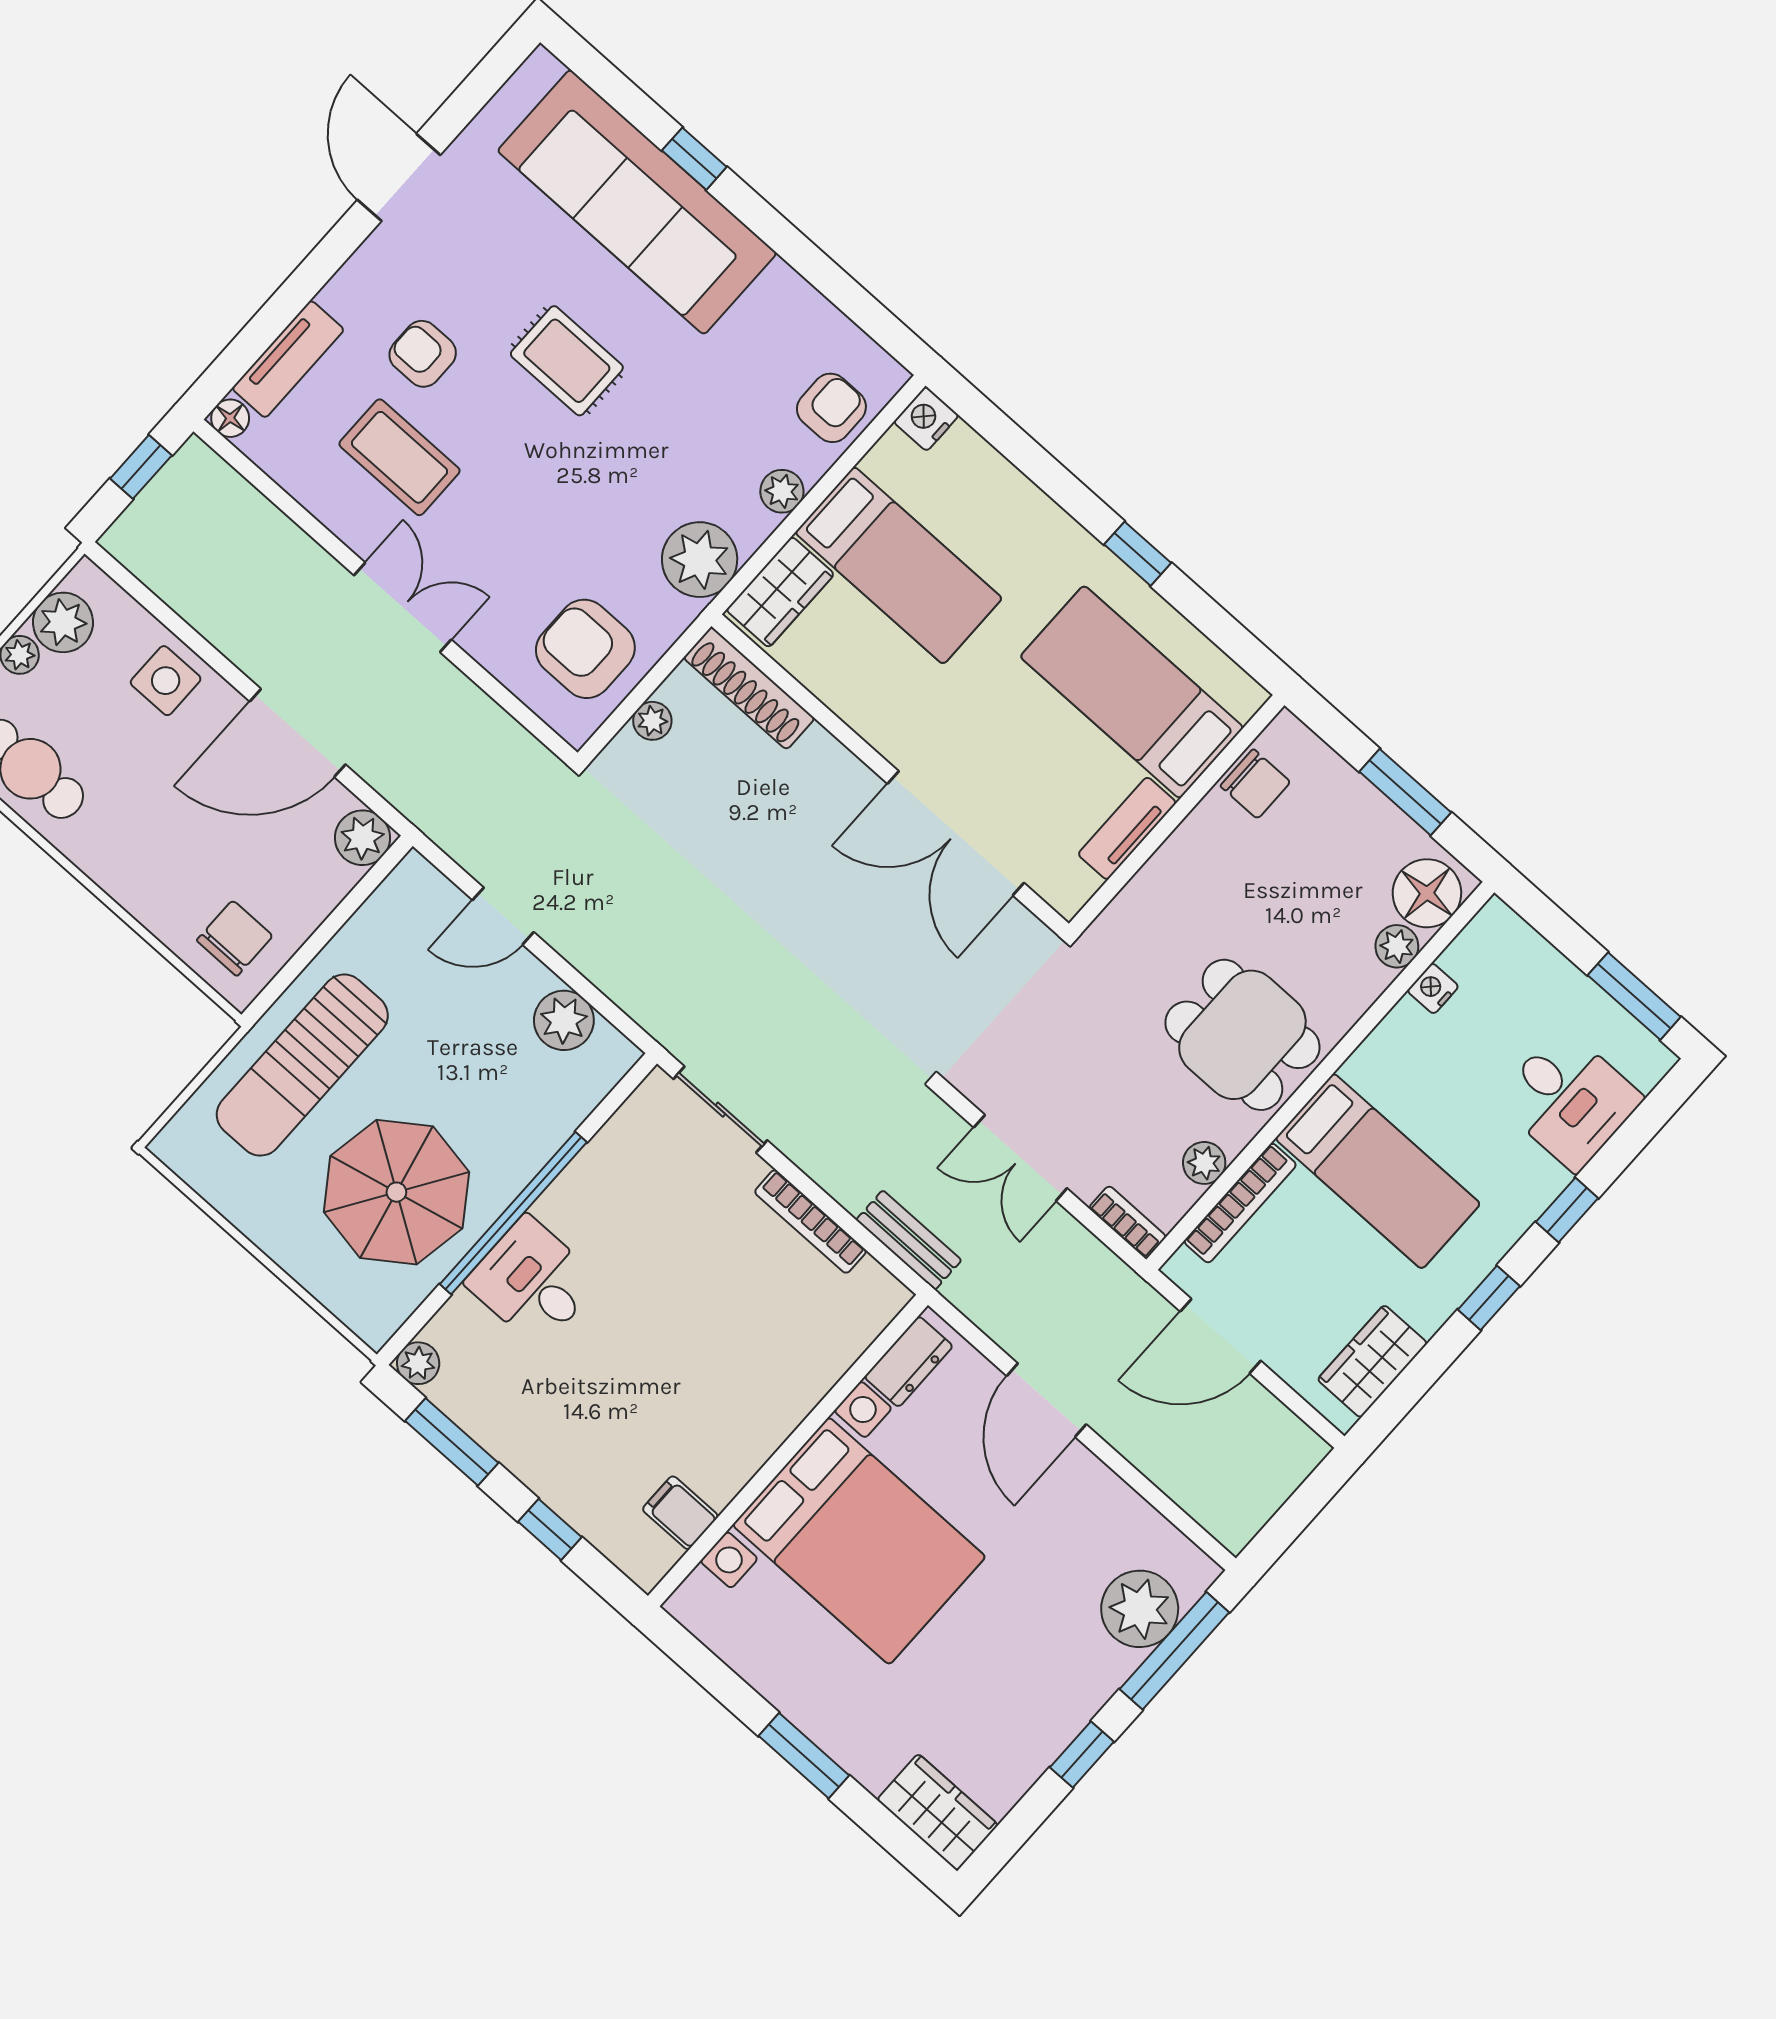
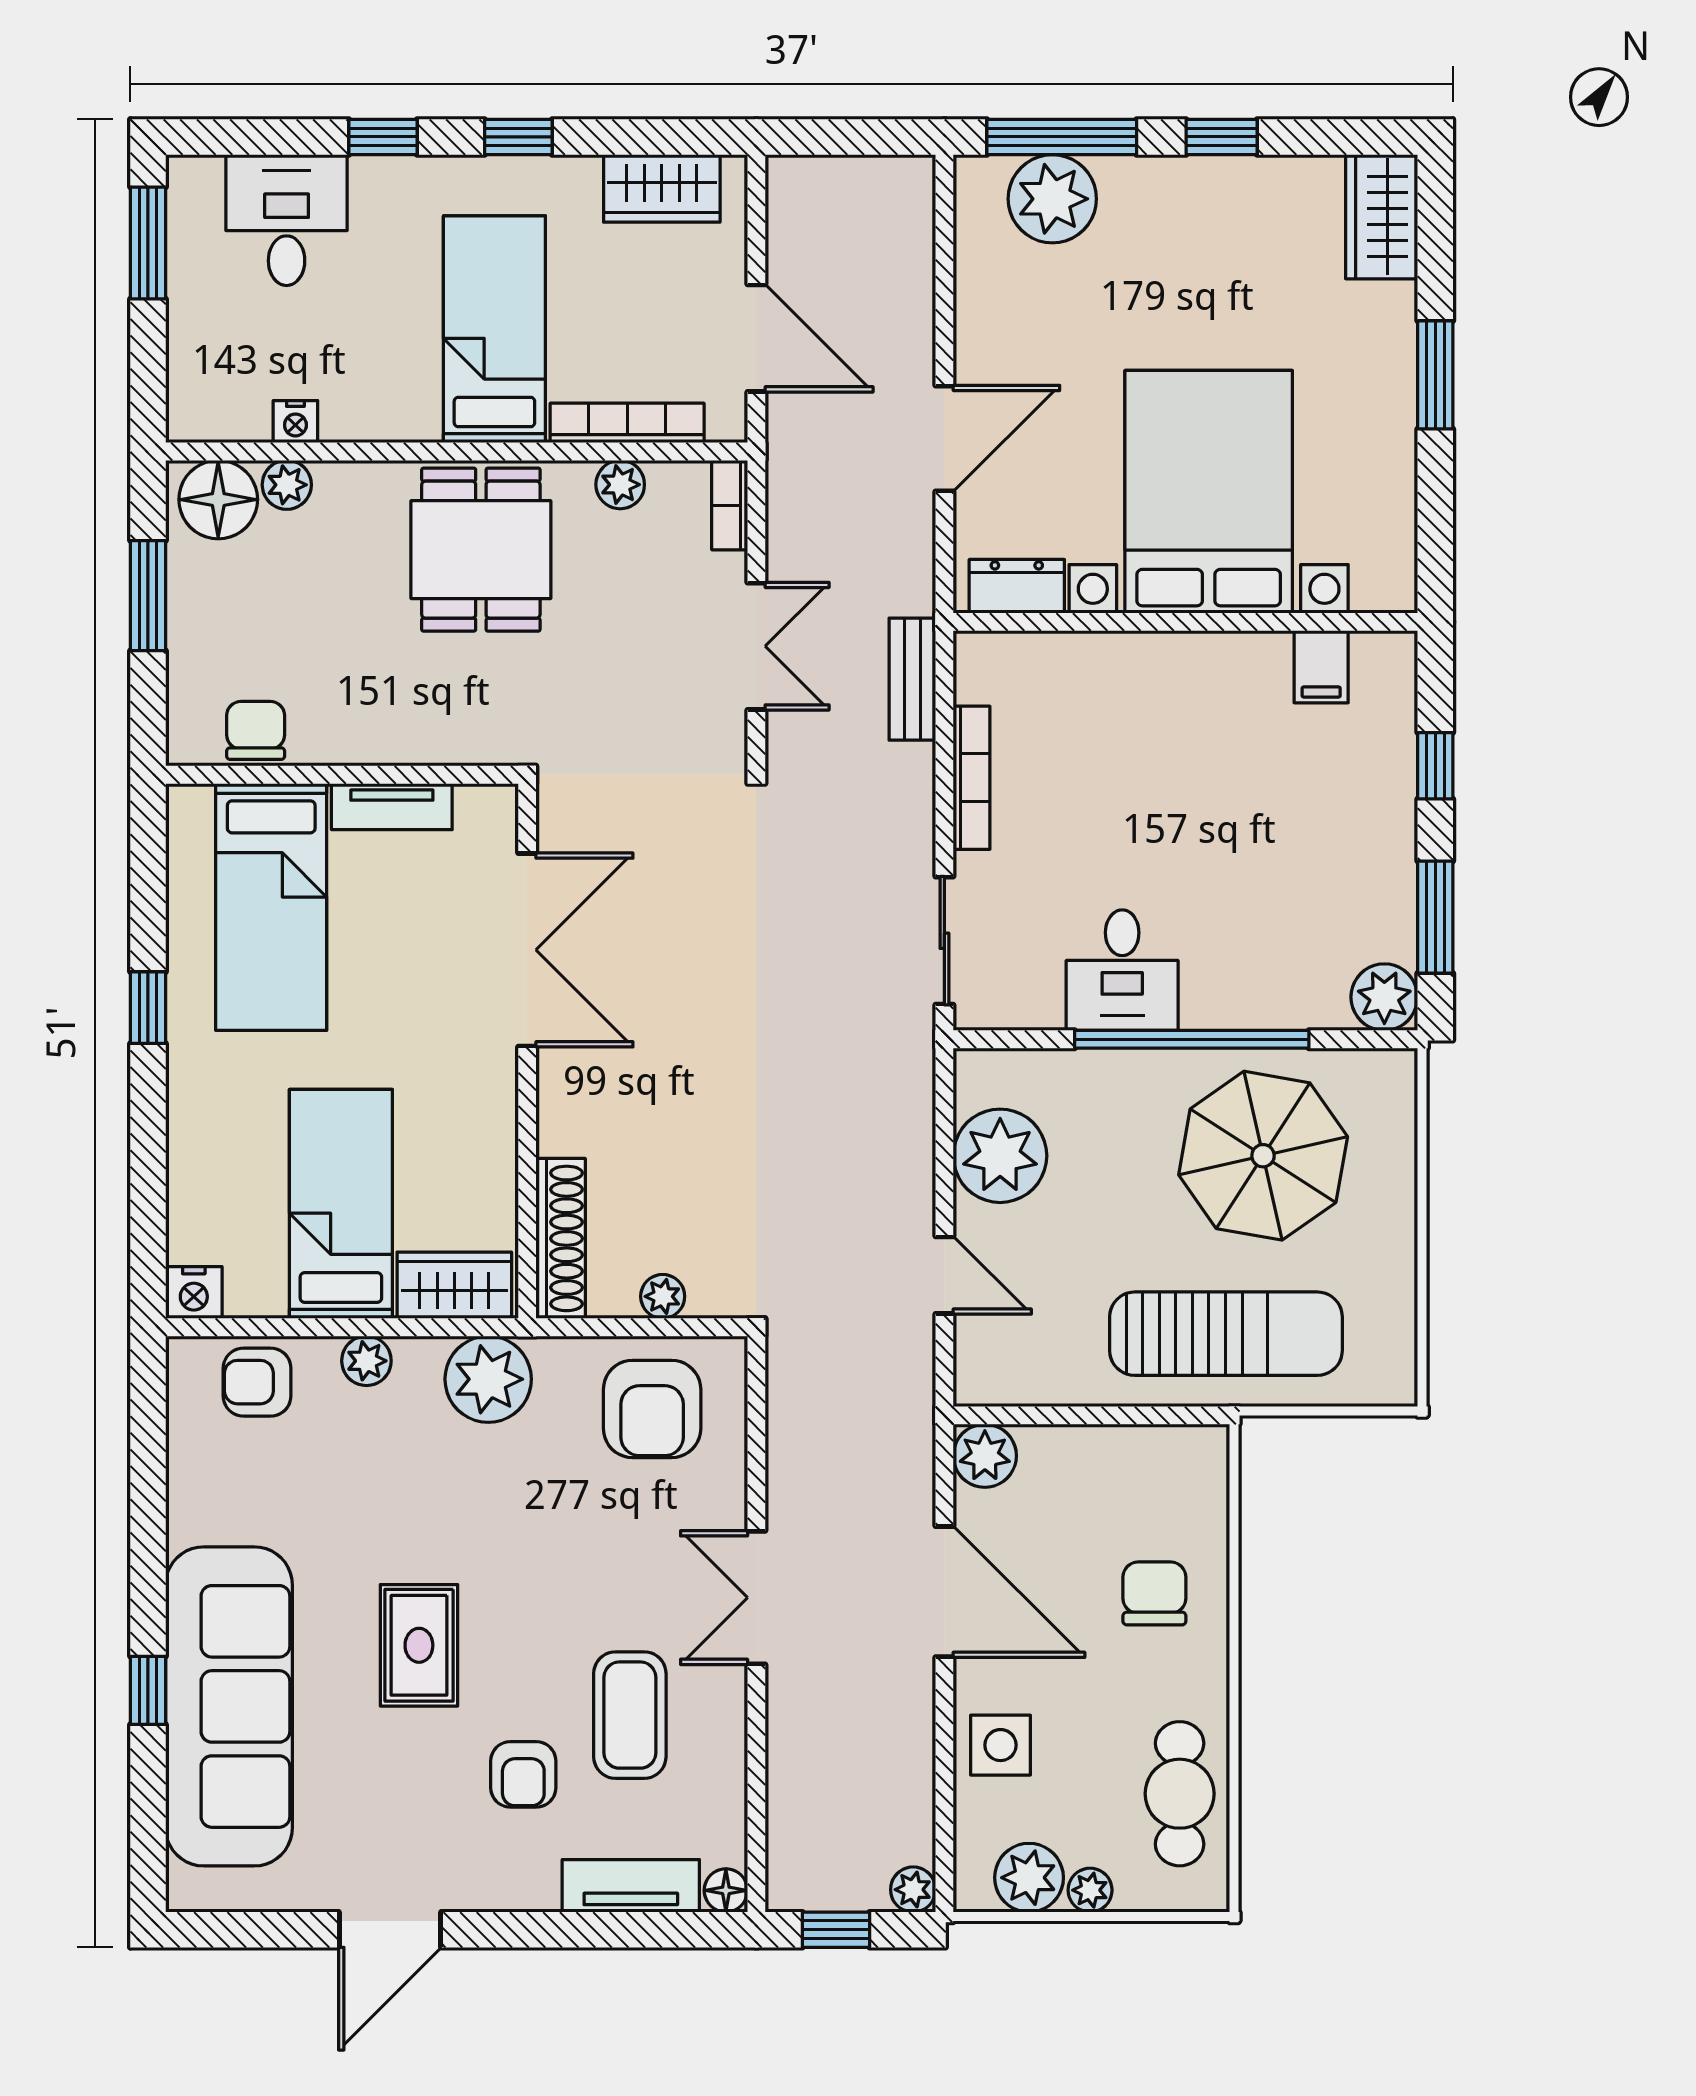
plant: (122, 540) -> (913, 1890), added
chair: (235, 938) -> (1154, 1593), moved, turned 90
plant: (564, 1020) -> (1000, 1156), width x1.36, depth x1.36
desk: (533, 1282) -> (1122, 970), moved
plant: (418, 1363) -> (1384, 997), width x1.38, depth x1.38

